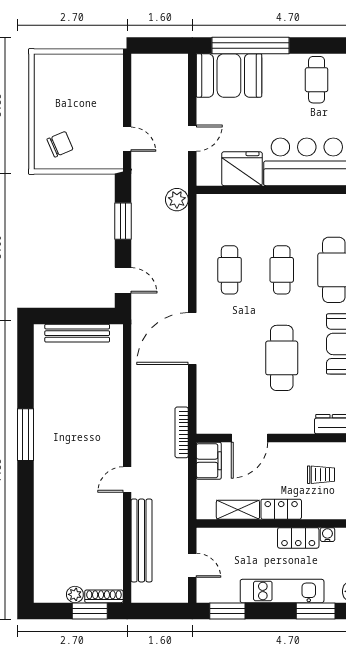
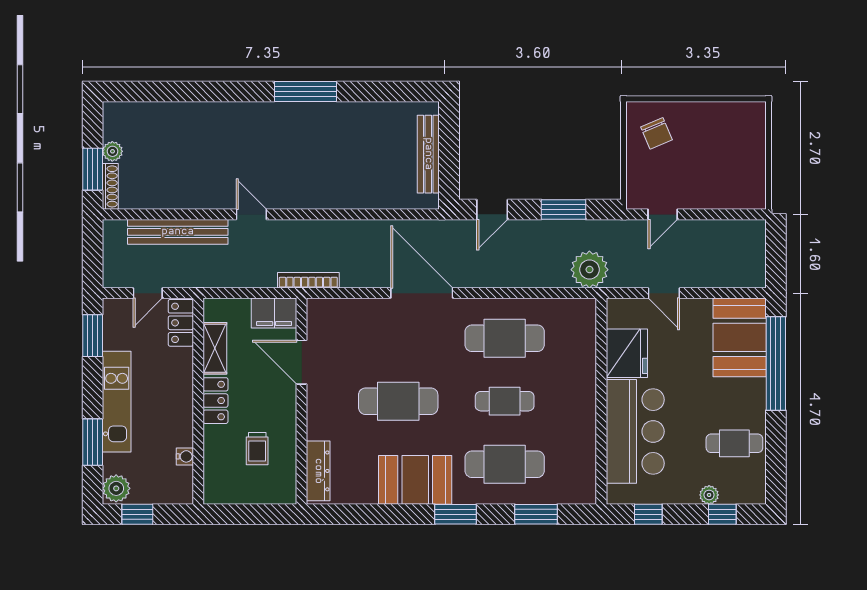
plant: (177, 200) -> (589, 270), width x1.36, depth x1.36
cafe table: (230, 270) -> (505, 338), width x1.37, depth x1.35
locker: (298, 538) -> (181, 323), moved

